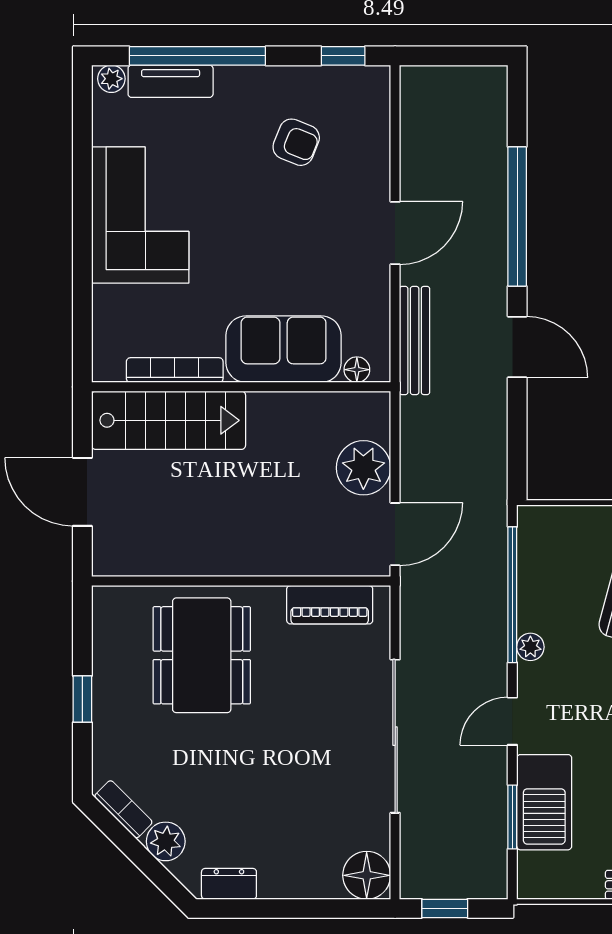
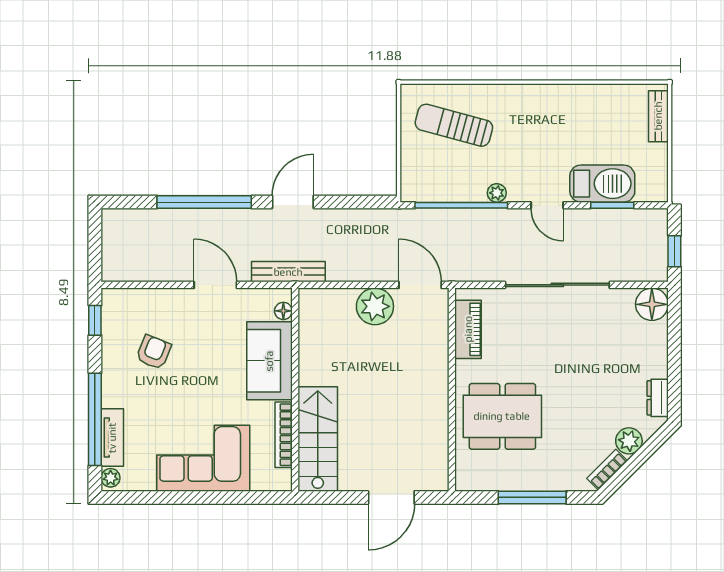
sofa: (284, 349) -> (269, 361), moved
bookcase: (175, 370) -> (284, 435), moved
floor lamp: (357, 370) -> (283, 311), moved
wall: (241, 387) -> (295, 390), moved
stairs: (169, 420) -> (318, 439), moved
window: (82, 699) -> (532, 497), width x2.17

